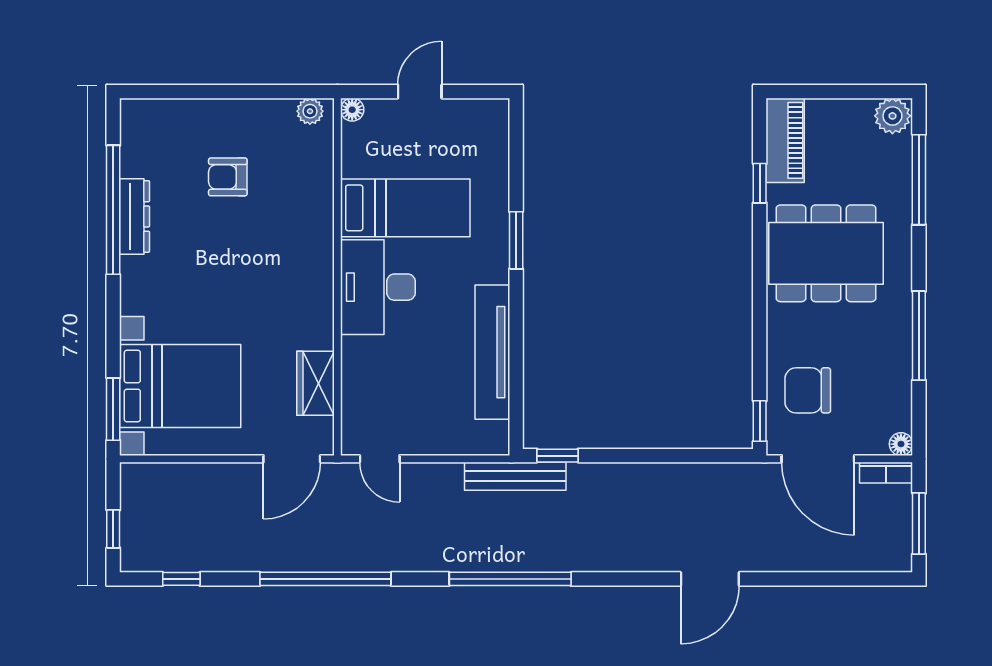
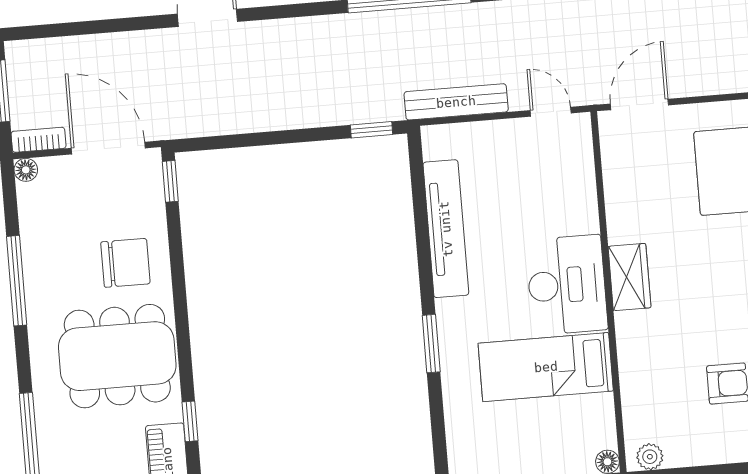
wardrobe: (315, 383) -> (629, 277), moved
chair: (808, 390) -> (125, 263), moved
bench: (515, 476) -> (456, 102), moved

